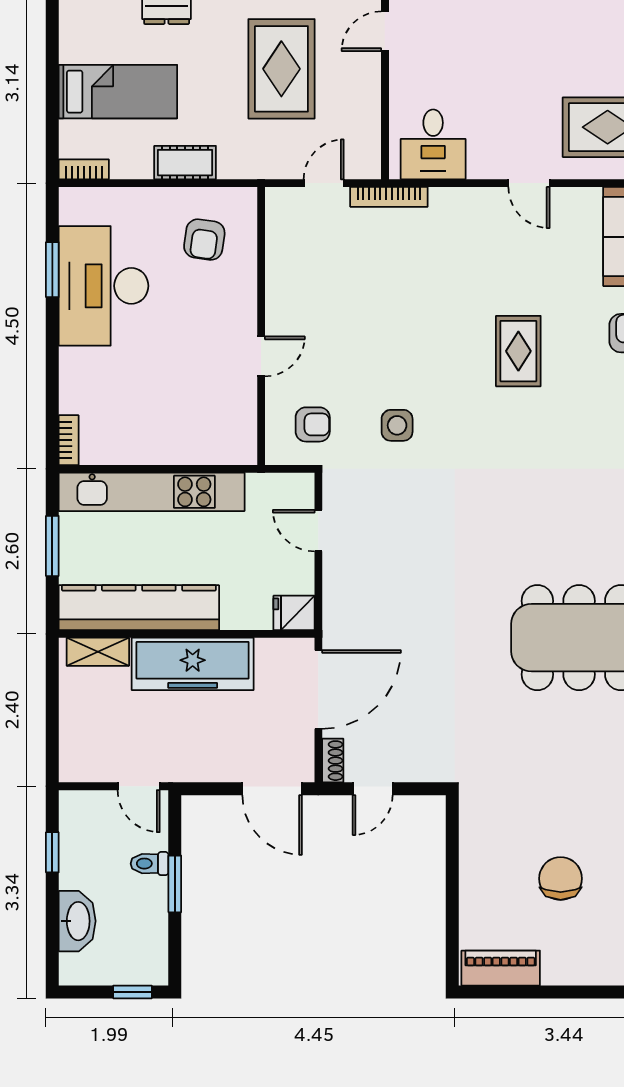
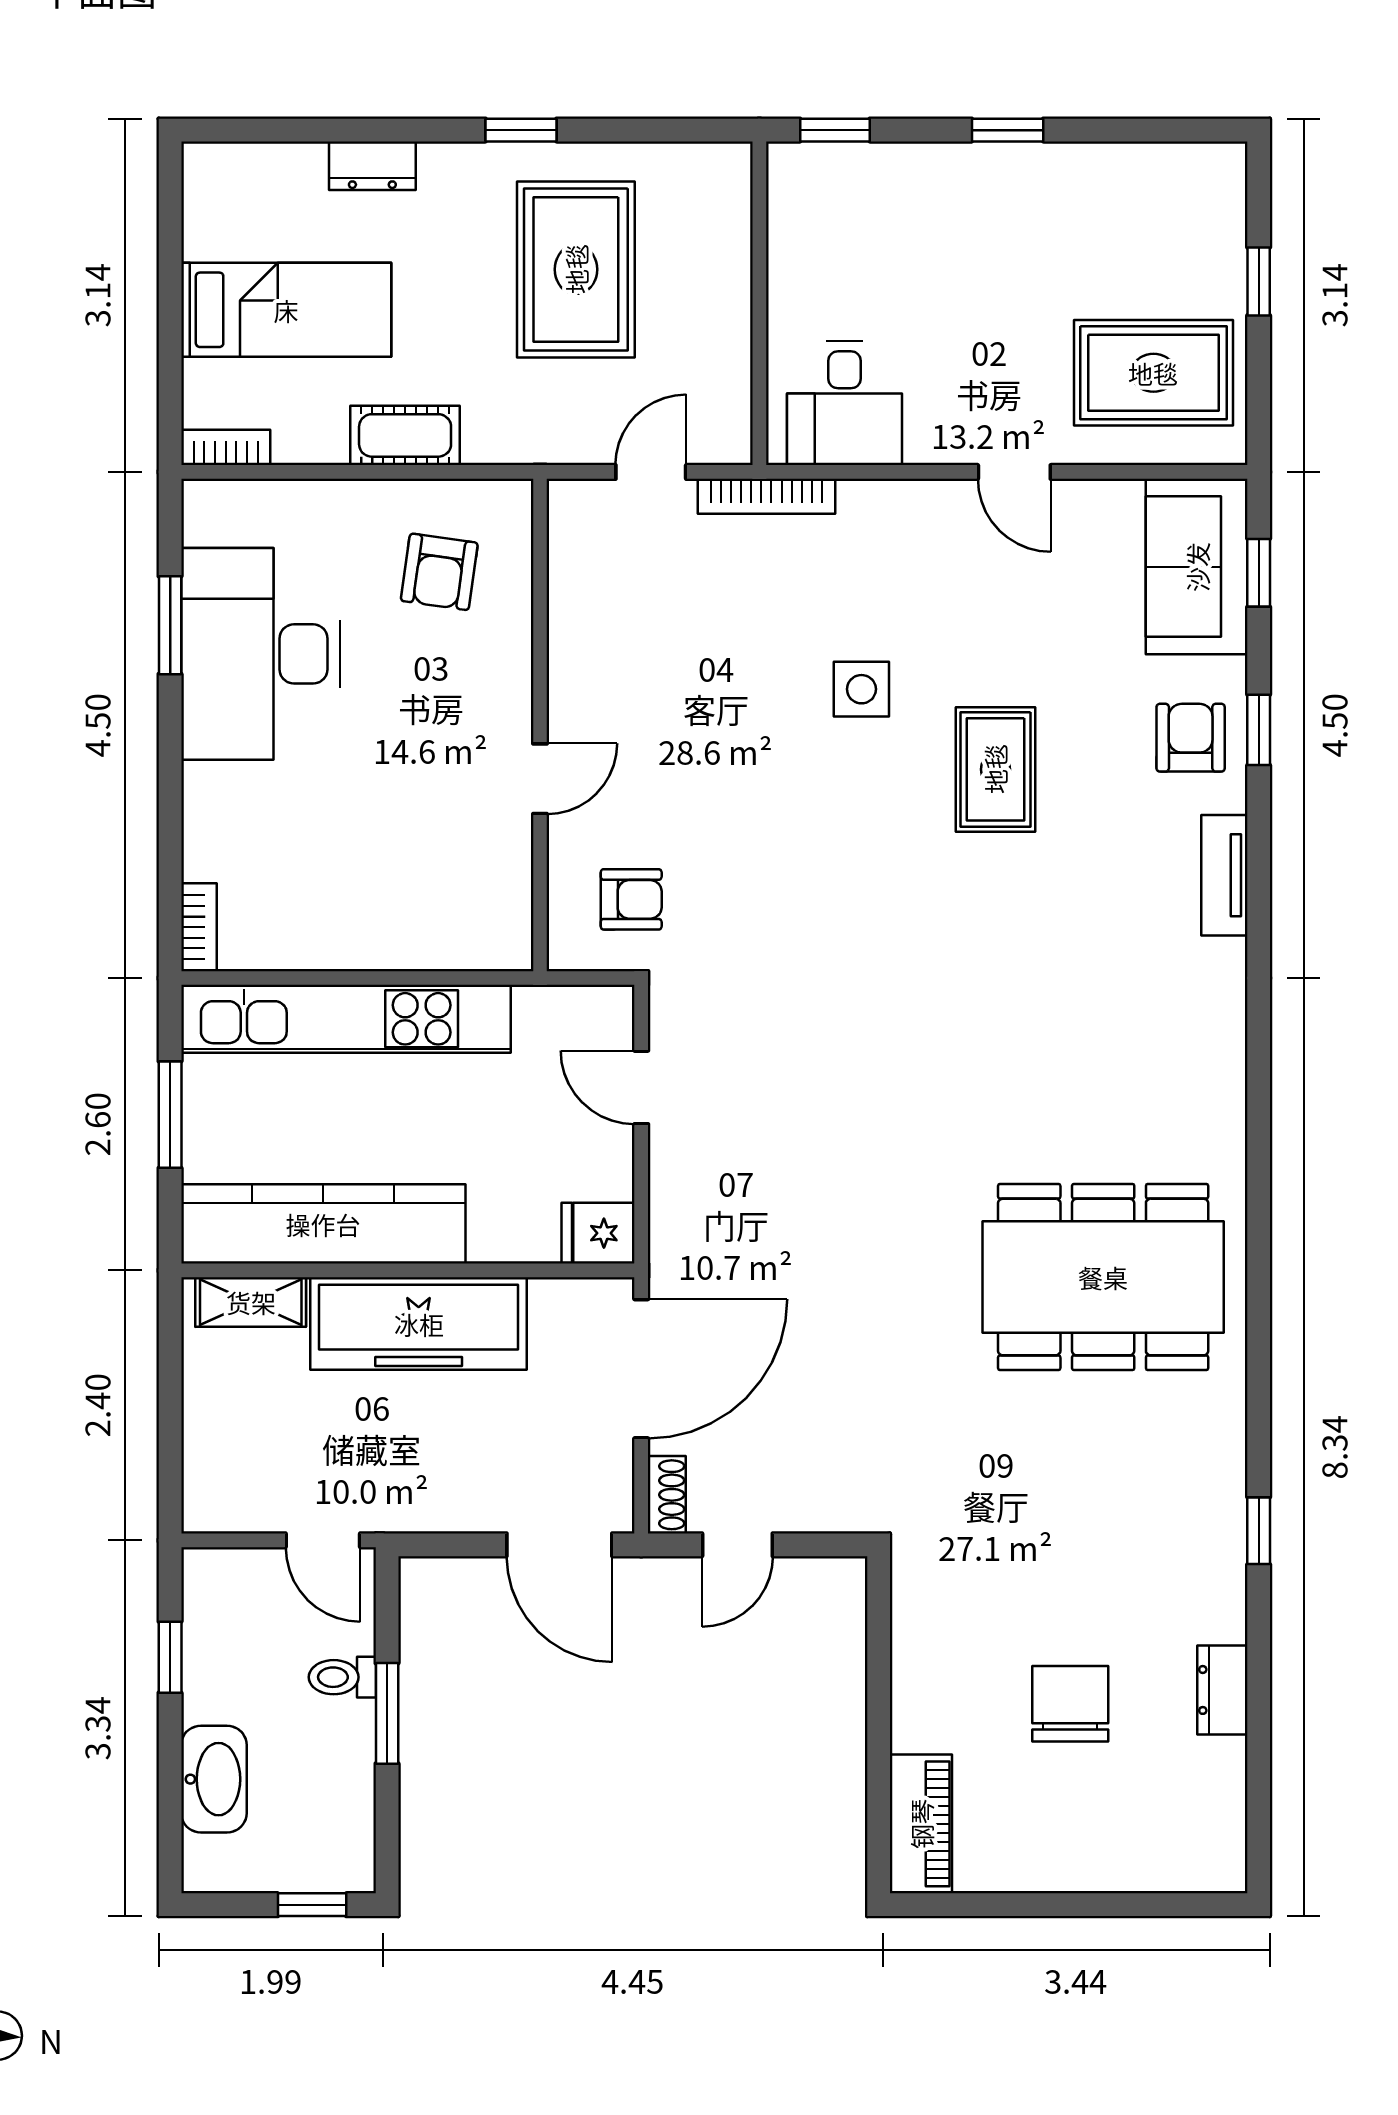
door: (385, 31) -> (759, 203), removed
side table: (397, 425) -> (861, 689), moved
piano: (501, 968) -> (921, 1824), moved, turned 90

